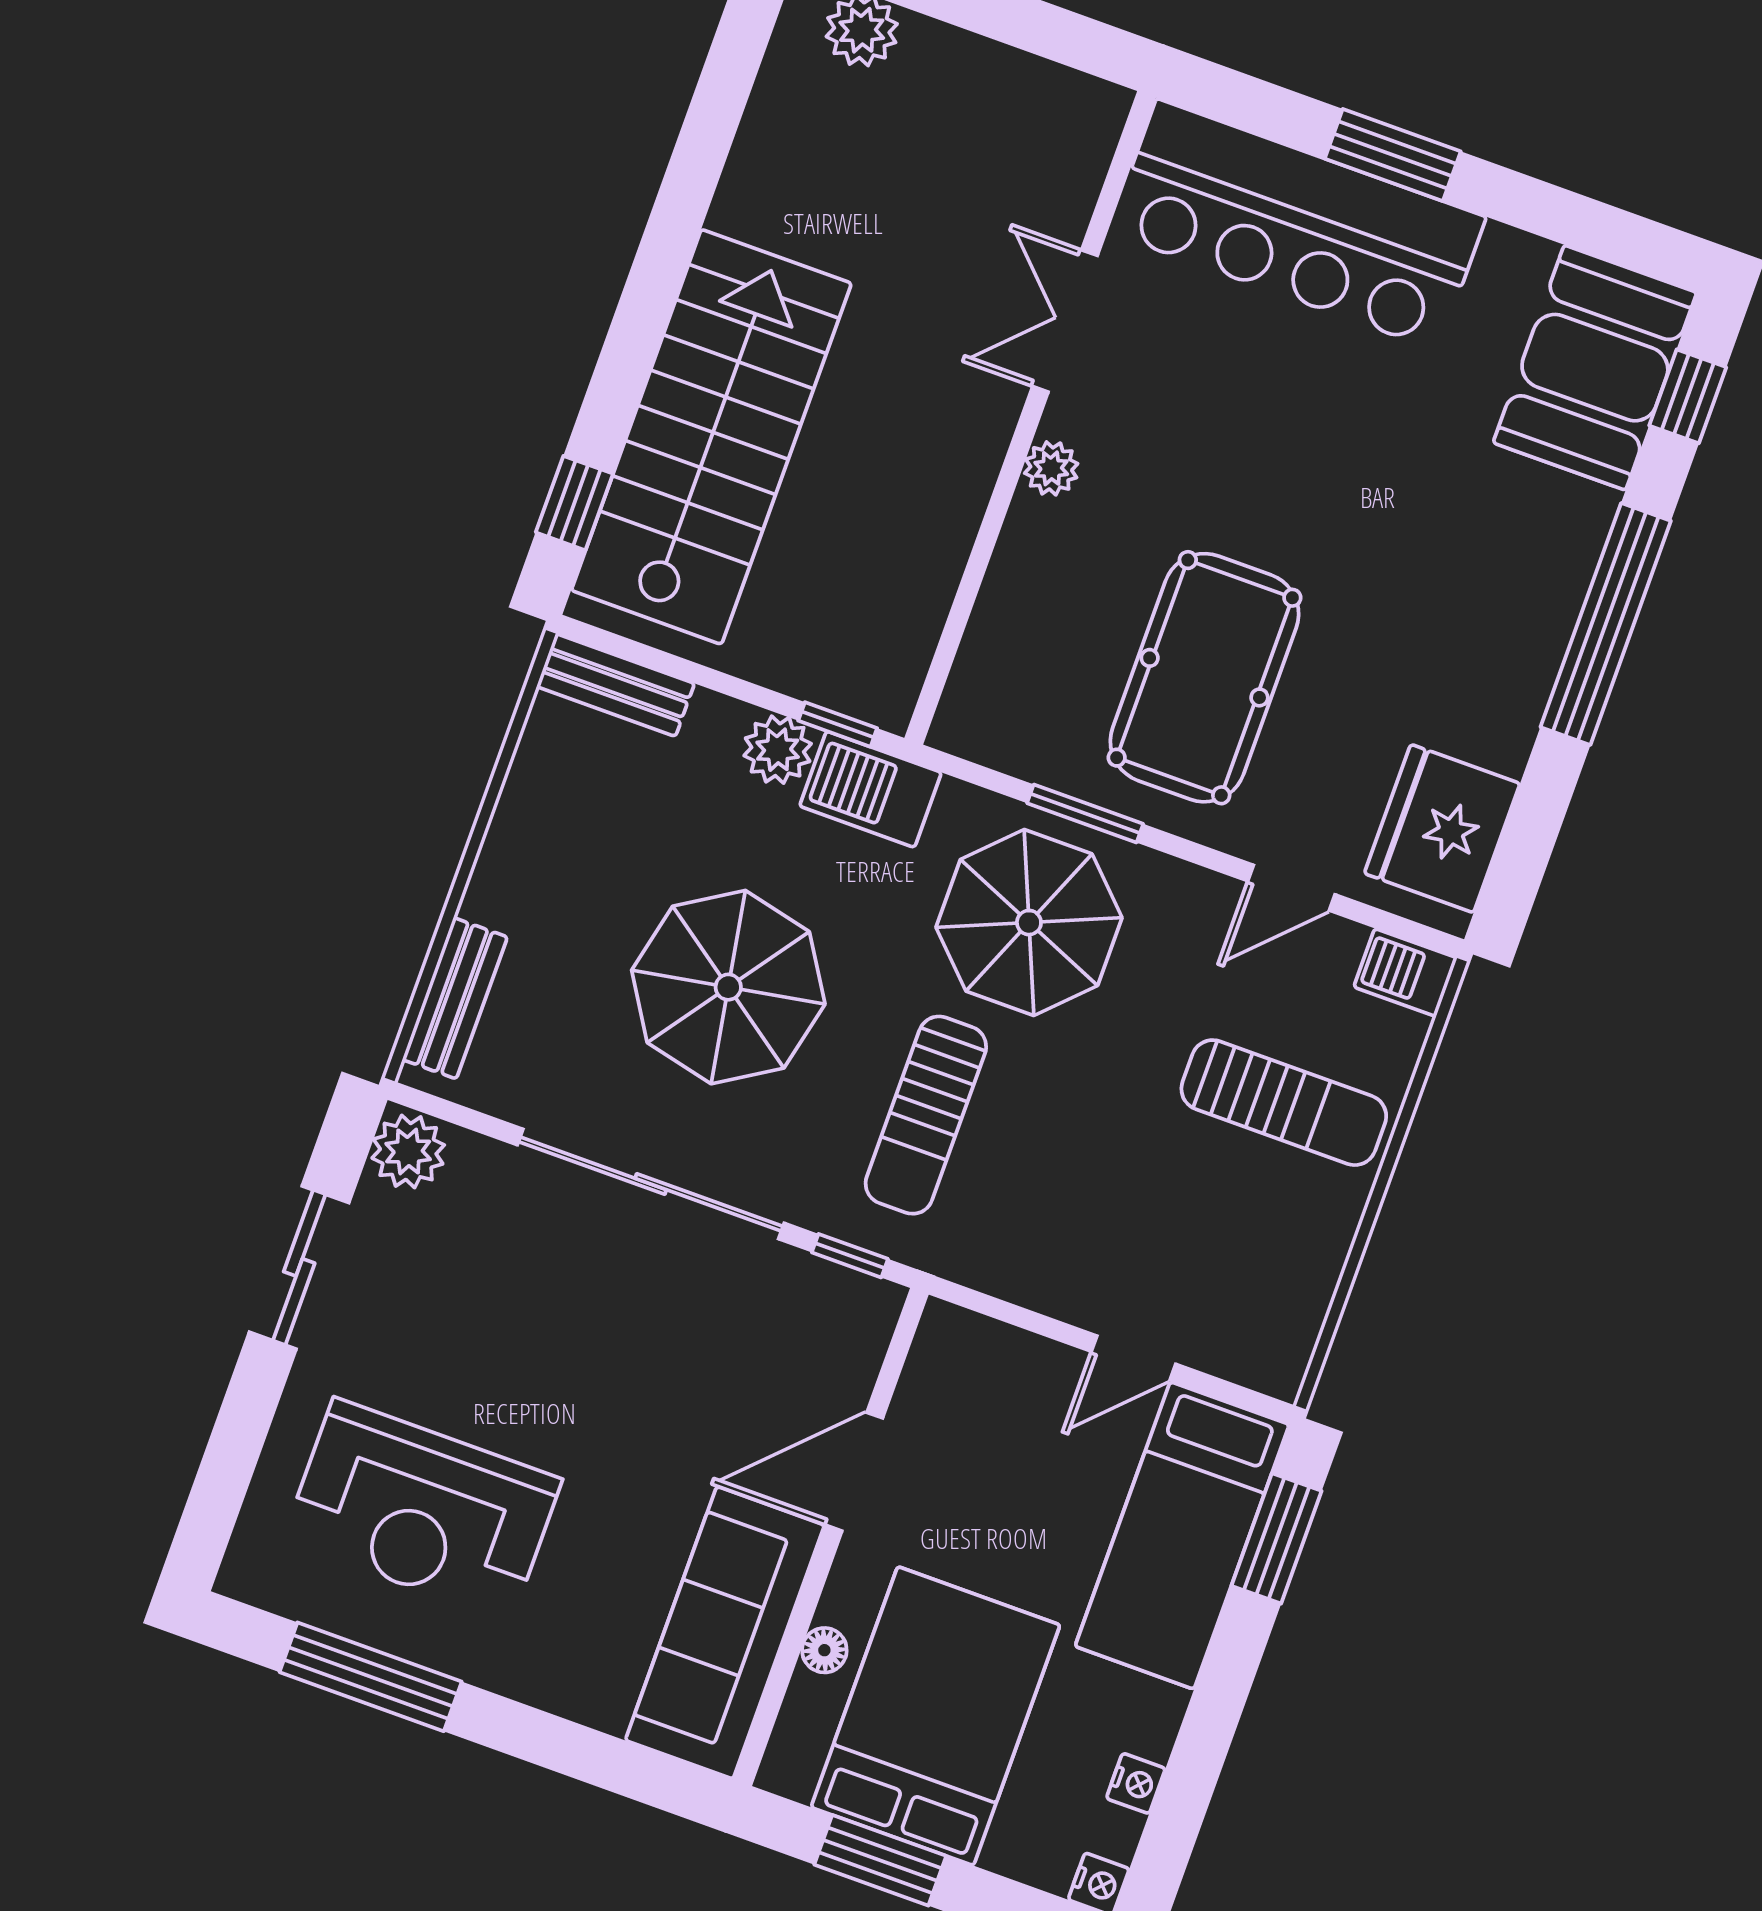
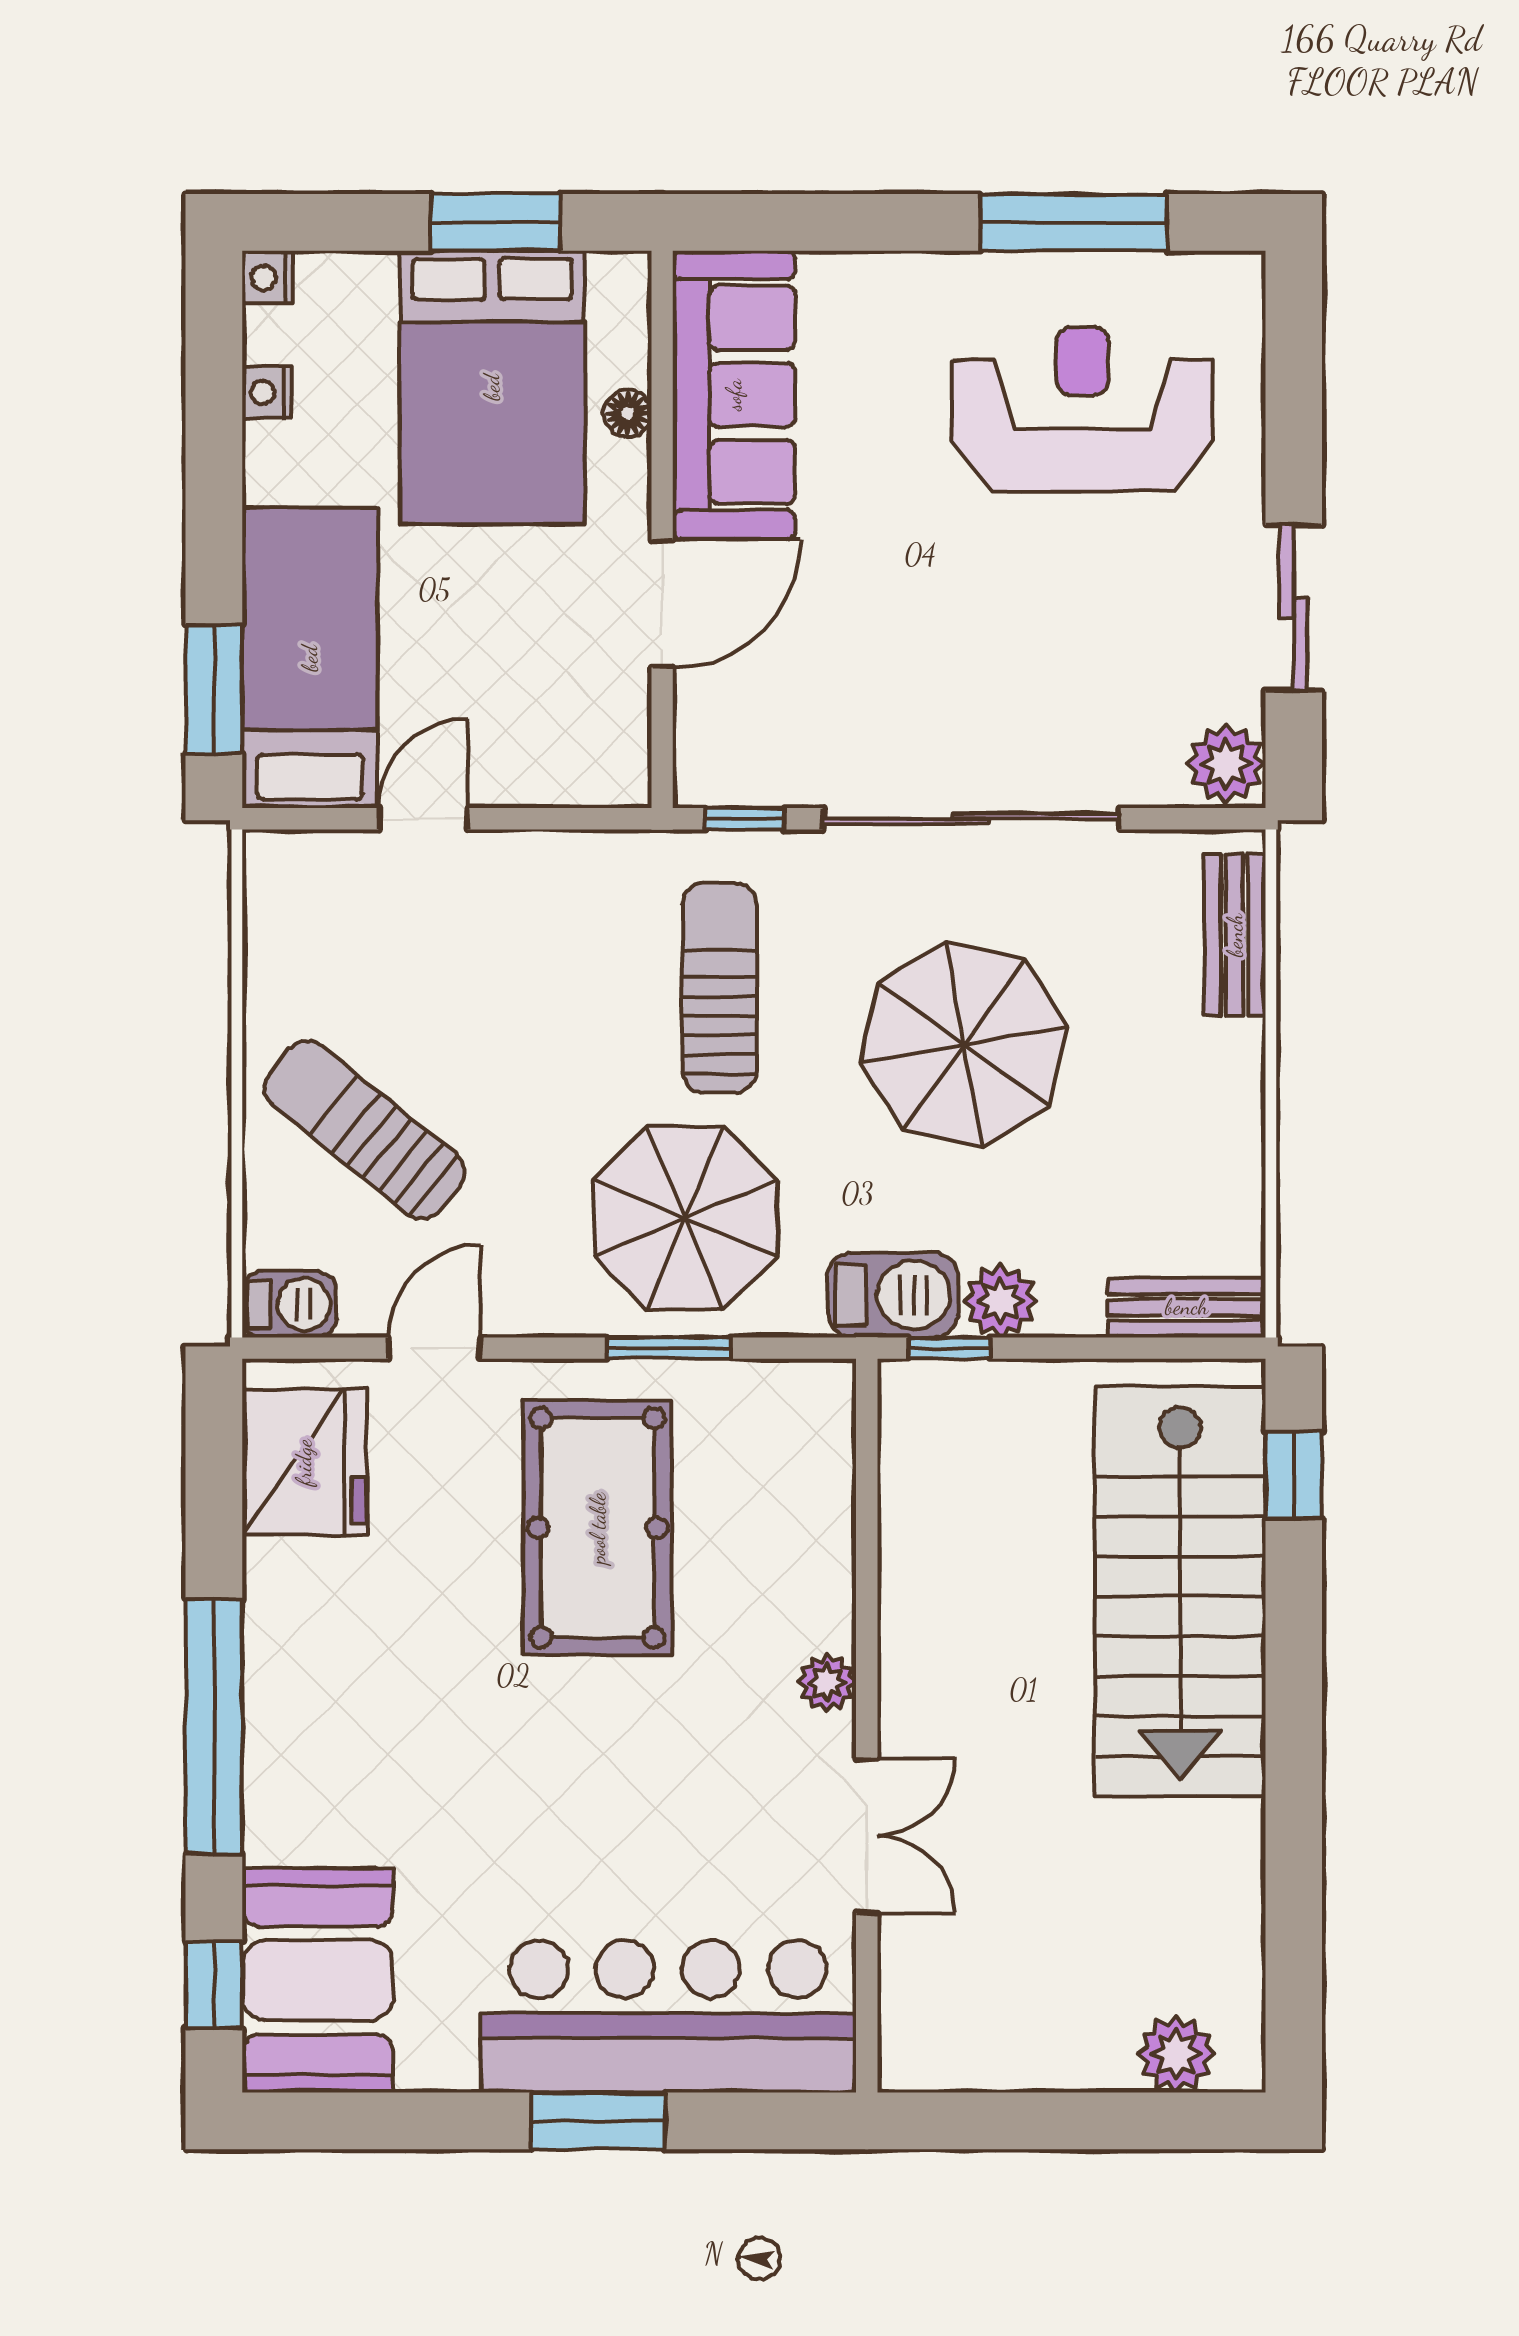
sun lounger: (1284, 1103) -> (364, 1130), turned 39

